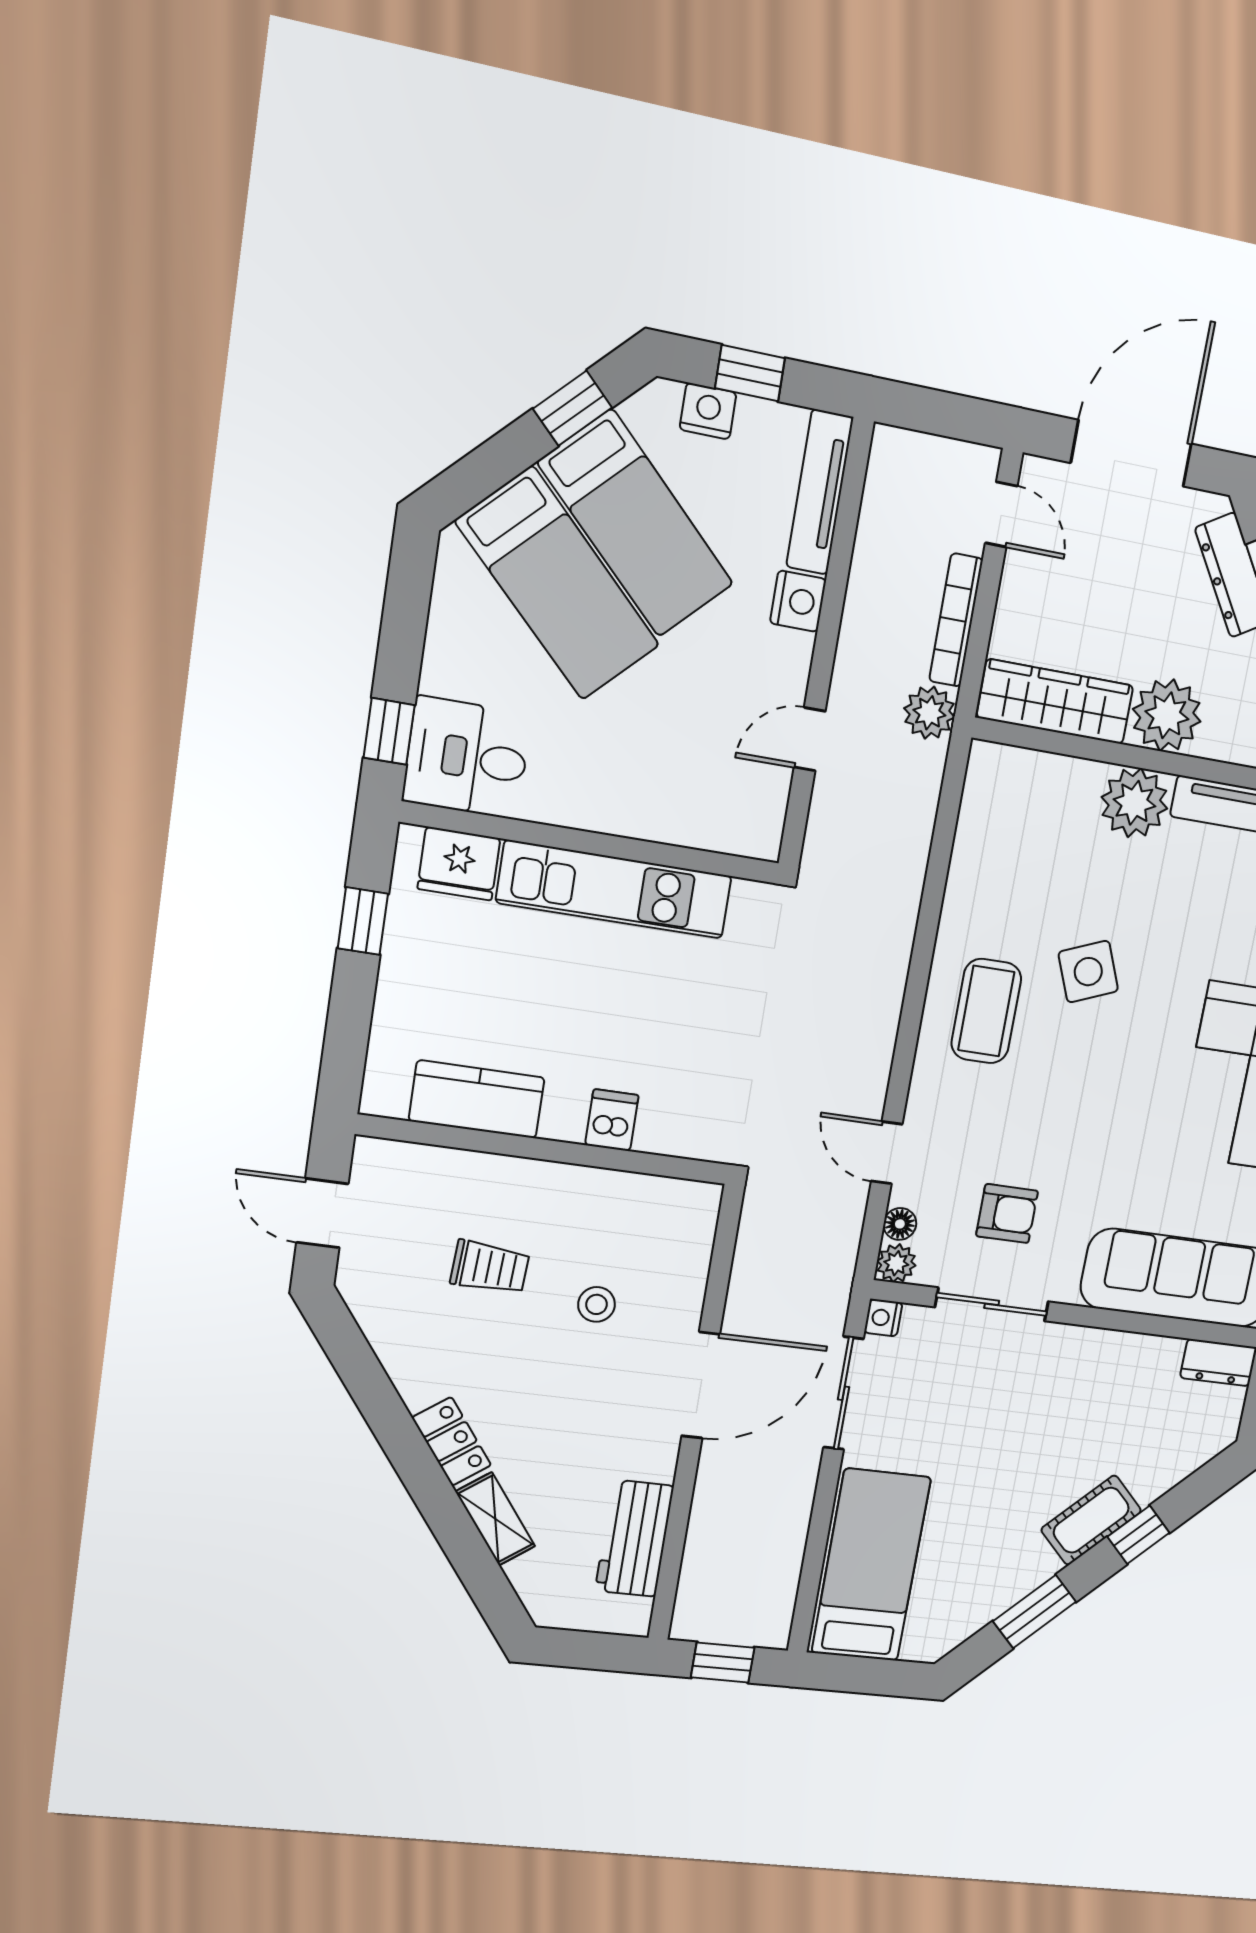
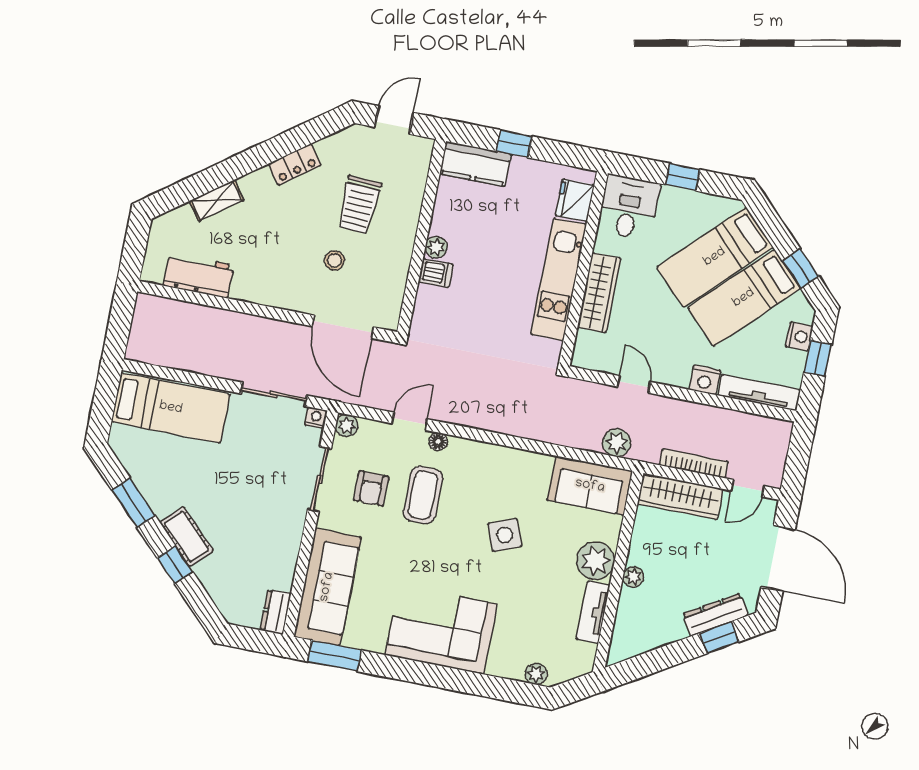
wardrobe: (1055, 702) -> (680, 496), moved, turned 90
plant: (929, 713) -> (617, 443), moved
plant: (1167, 715) -> (633, 577), width x0.53, depth x0.53
window: (389, 731) -> (683, 177), moved
wardrobe: (637, 811) -> (599, 293), added
sofa: (999, 818) -> (590, 486), added
window: (363, 921) -> (514, 144), moved
coffee table: (986, 1011) -> (423, 495), moved, turned 90
kitchen counter: (477, 1099) -> (475, 164), moved, turned 90
plant: (563, 1122) -> (436, 247), added
floor lamp: (900, 1224) -> (438, 442), moved
trolley: (490, 1267) -> (359, 205), width x1.36, depth x1.39
door: (701, 1385) -> (343, 327), moved
locker: (452, 1441) -> (295, 165), moved
window: (723, 1663) -> (120, 322), removed

